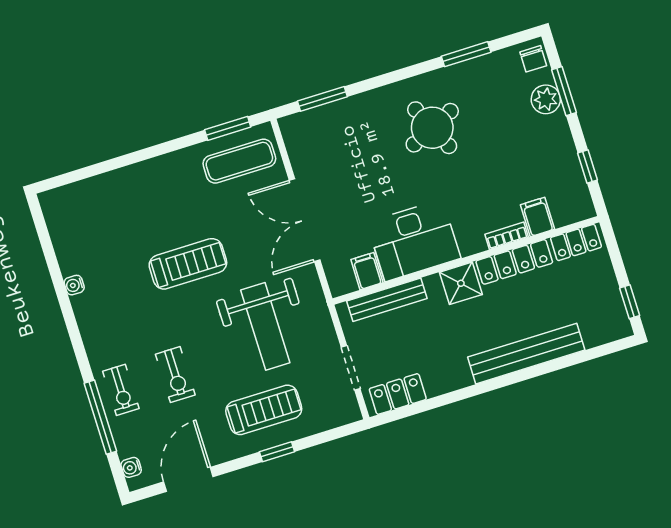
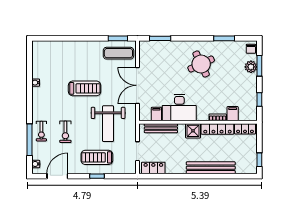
treadmill: (264, 410) -> (97, 157), turned 180

